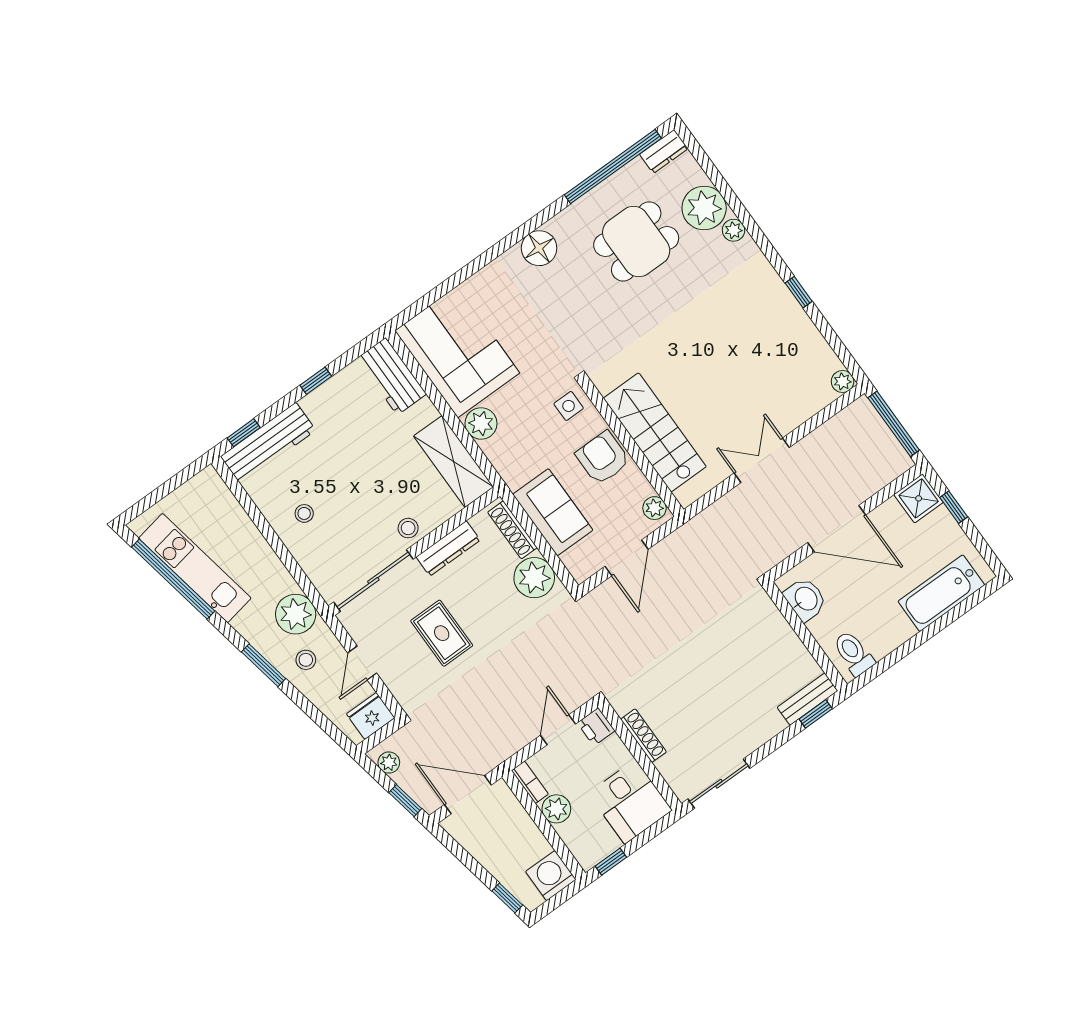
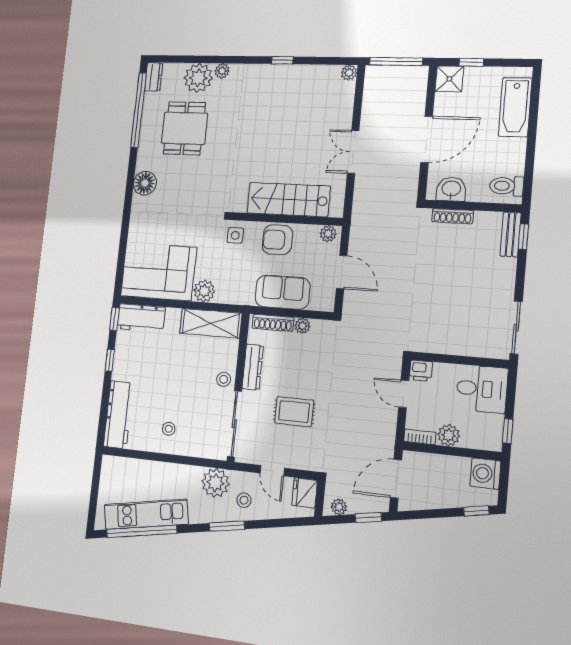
window: (244, 433) -> (114, 319), moved
plant: (534, 578) -> (302, 326), width x0.53, depth x0.53
shoe rack: (643, 736) -> (452, 216), moved, turned 180

